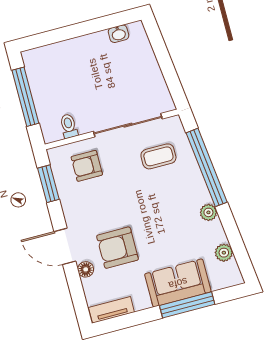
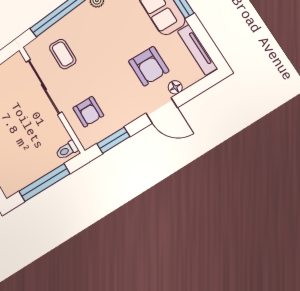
toilet: (69, 126) -> (67, 150), moved
door: (65, 246) -> (162, 110), hinge flipped
tv unit: (111, 310) -> (197, 50), width x1.41

